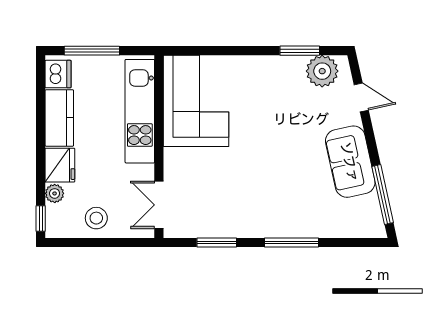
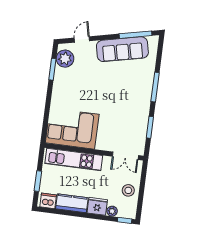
window: (92, 51) -> (38, 181), width x0.69
sofa: (350, 162) -> (122, 49), width x1.36

